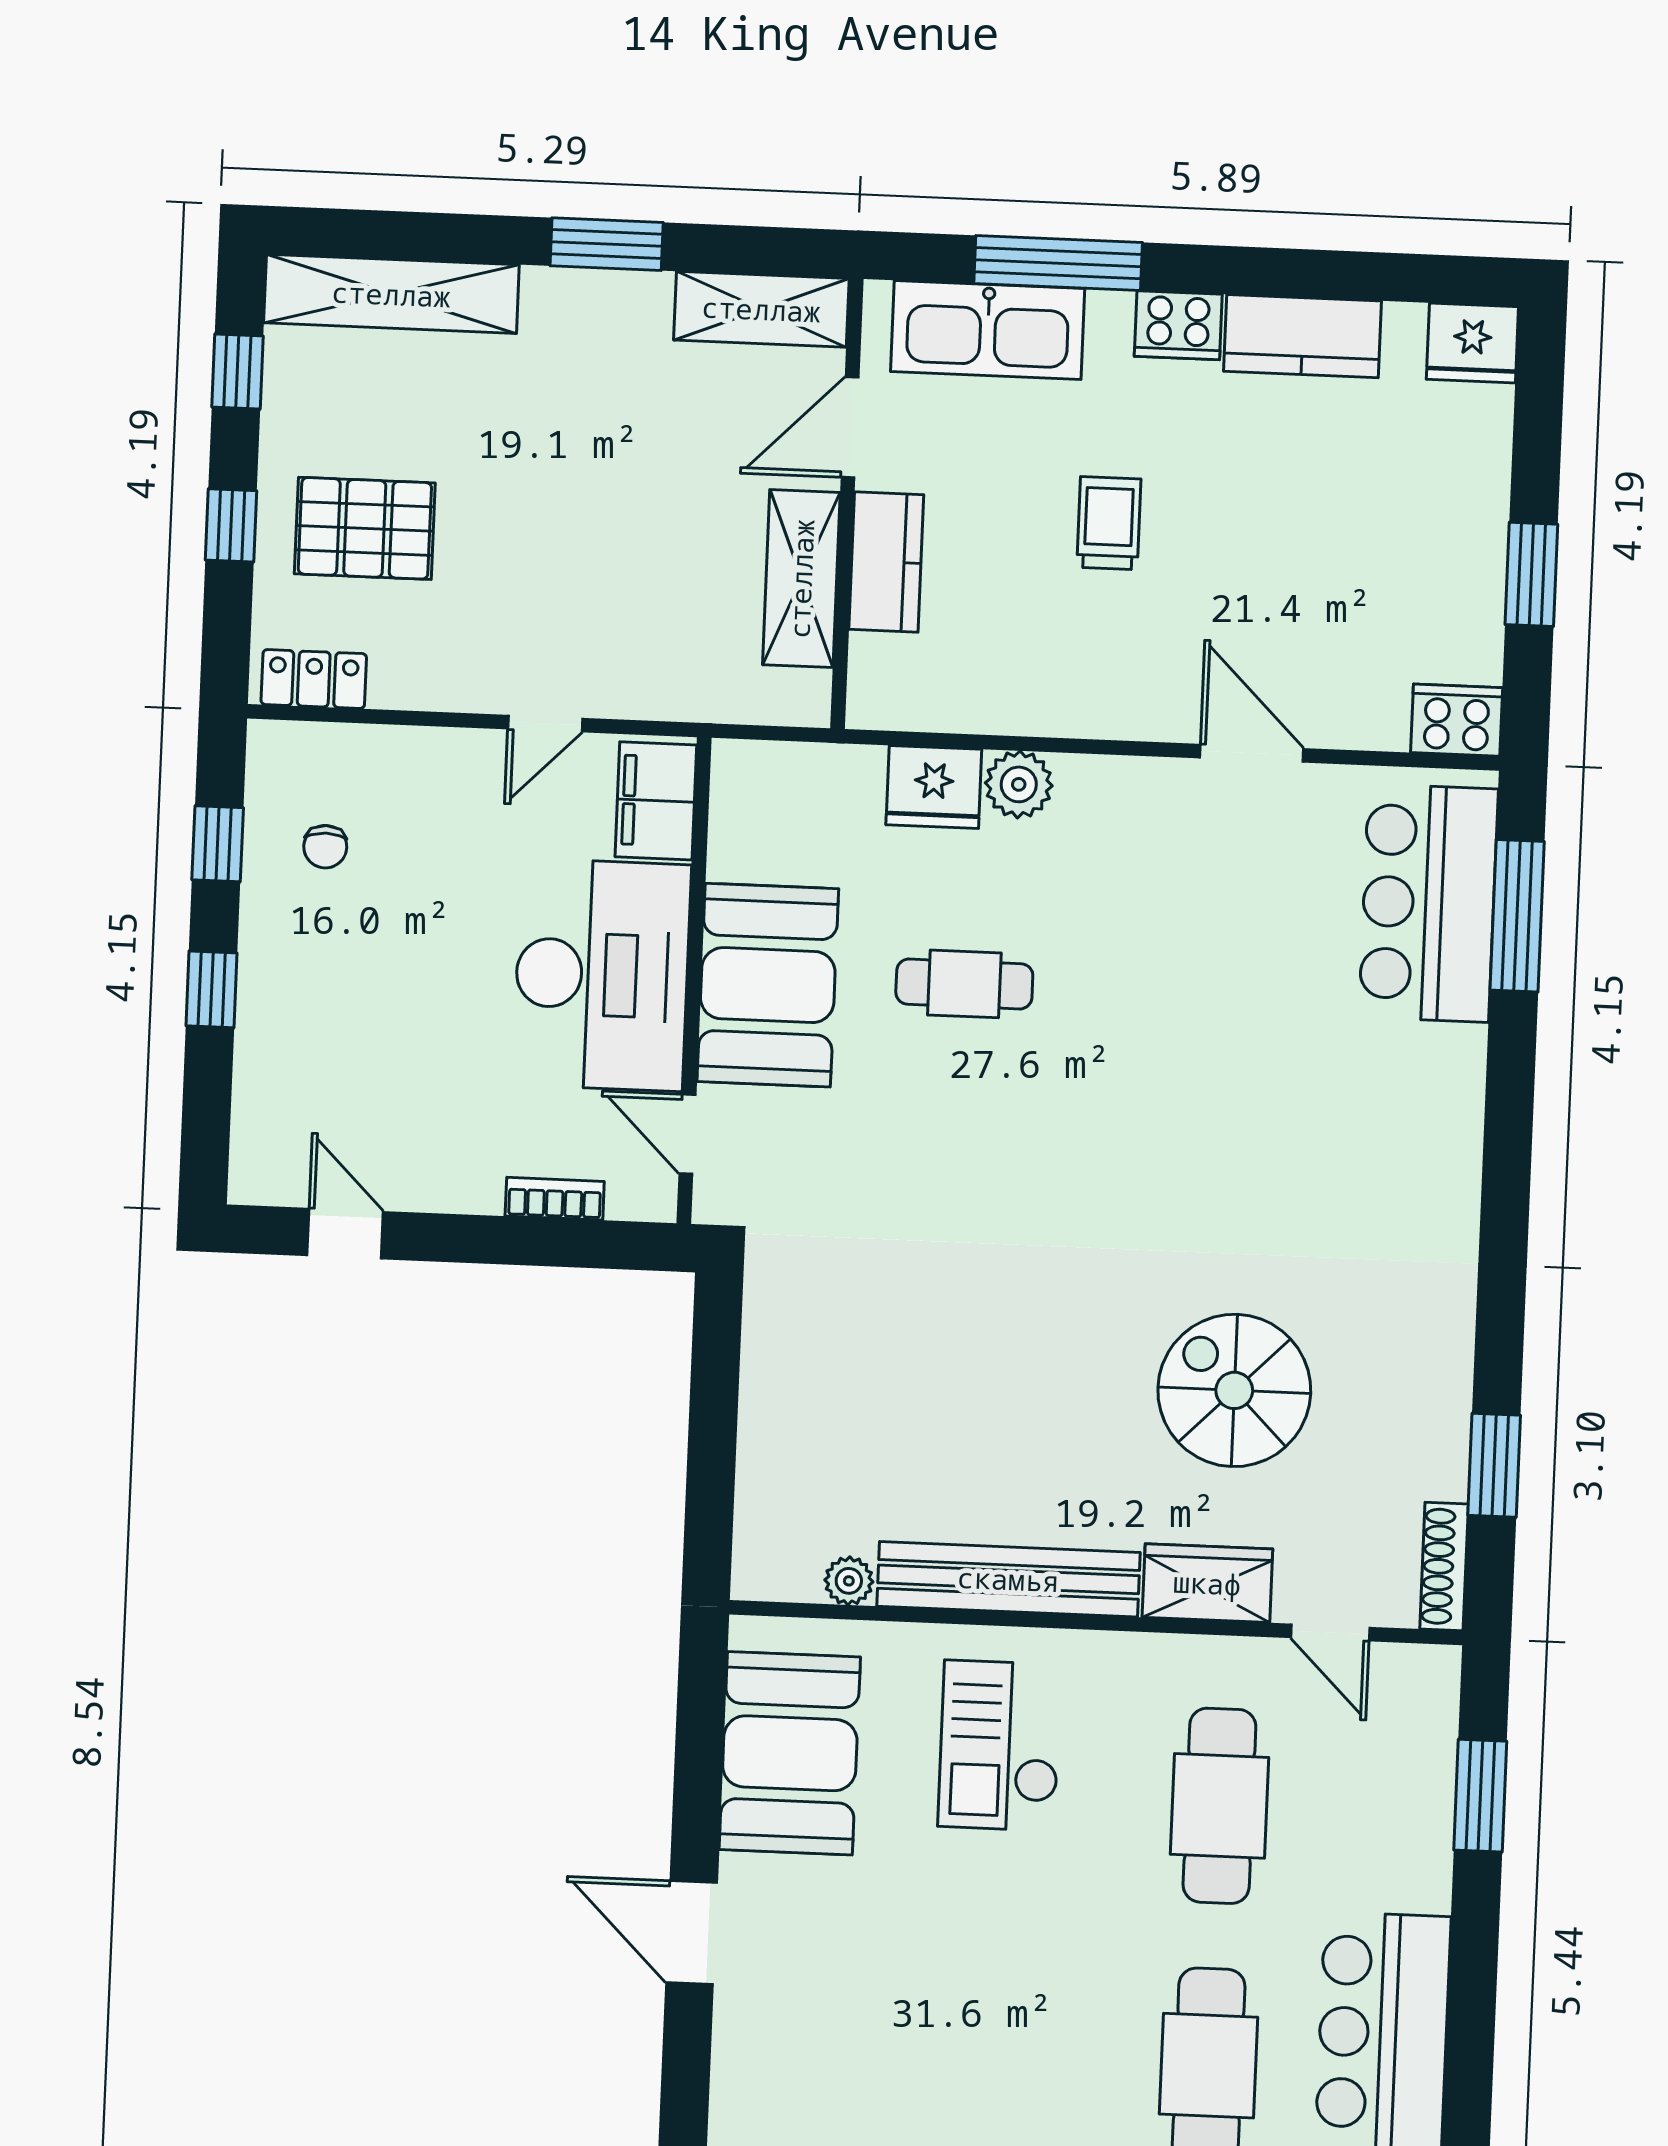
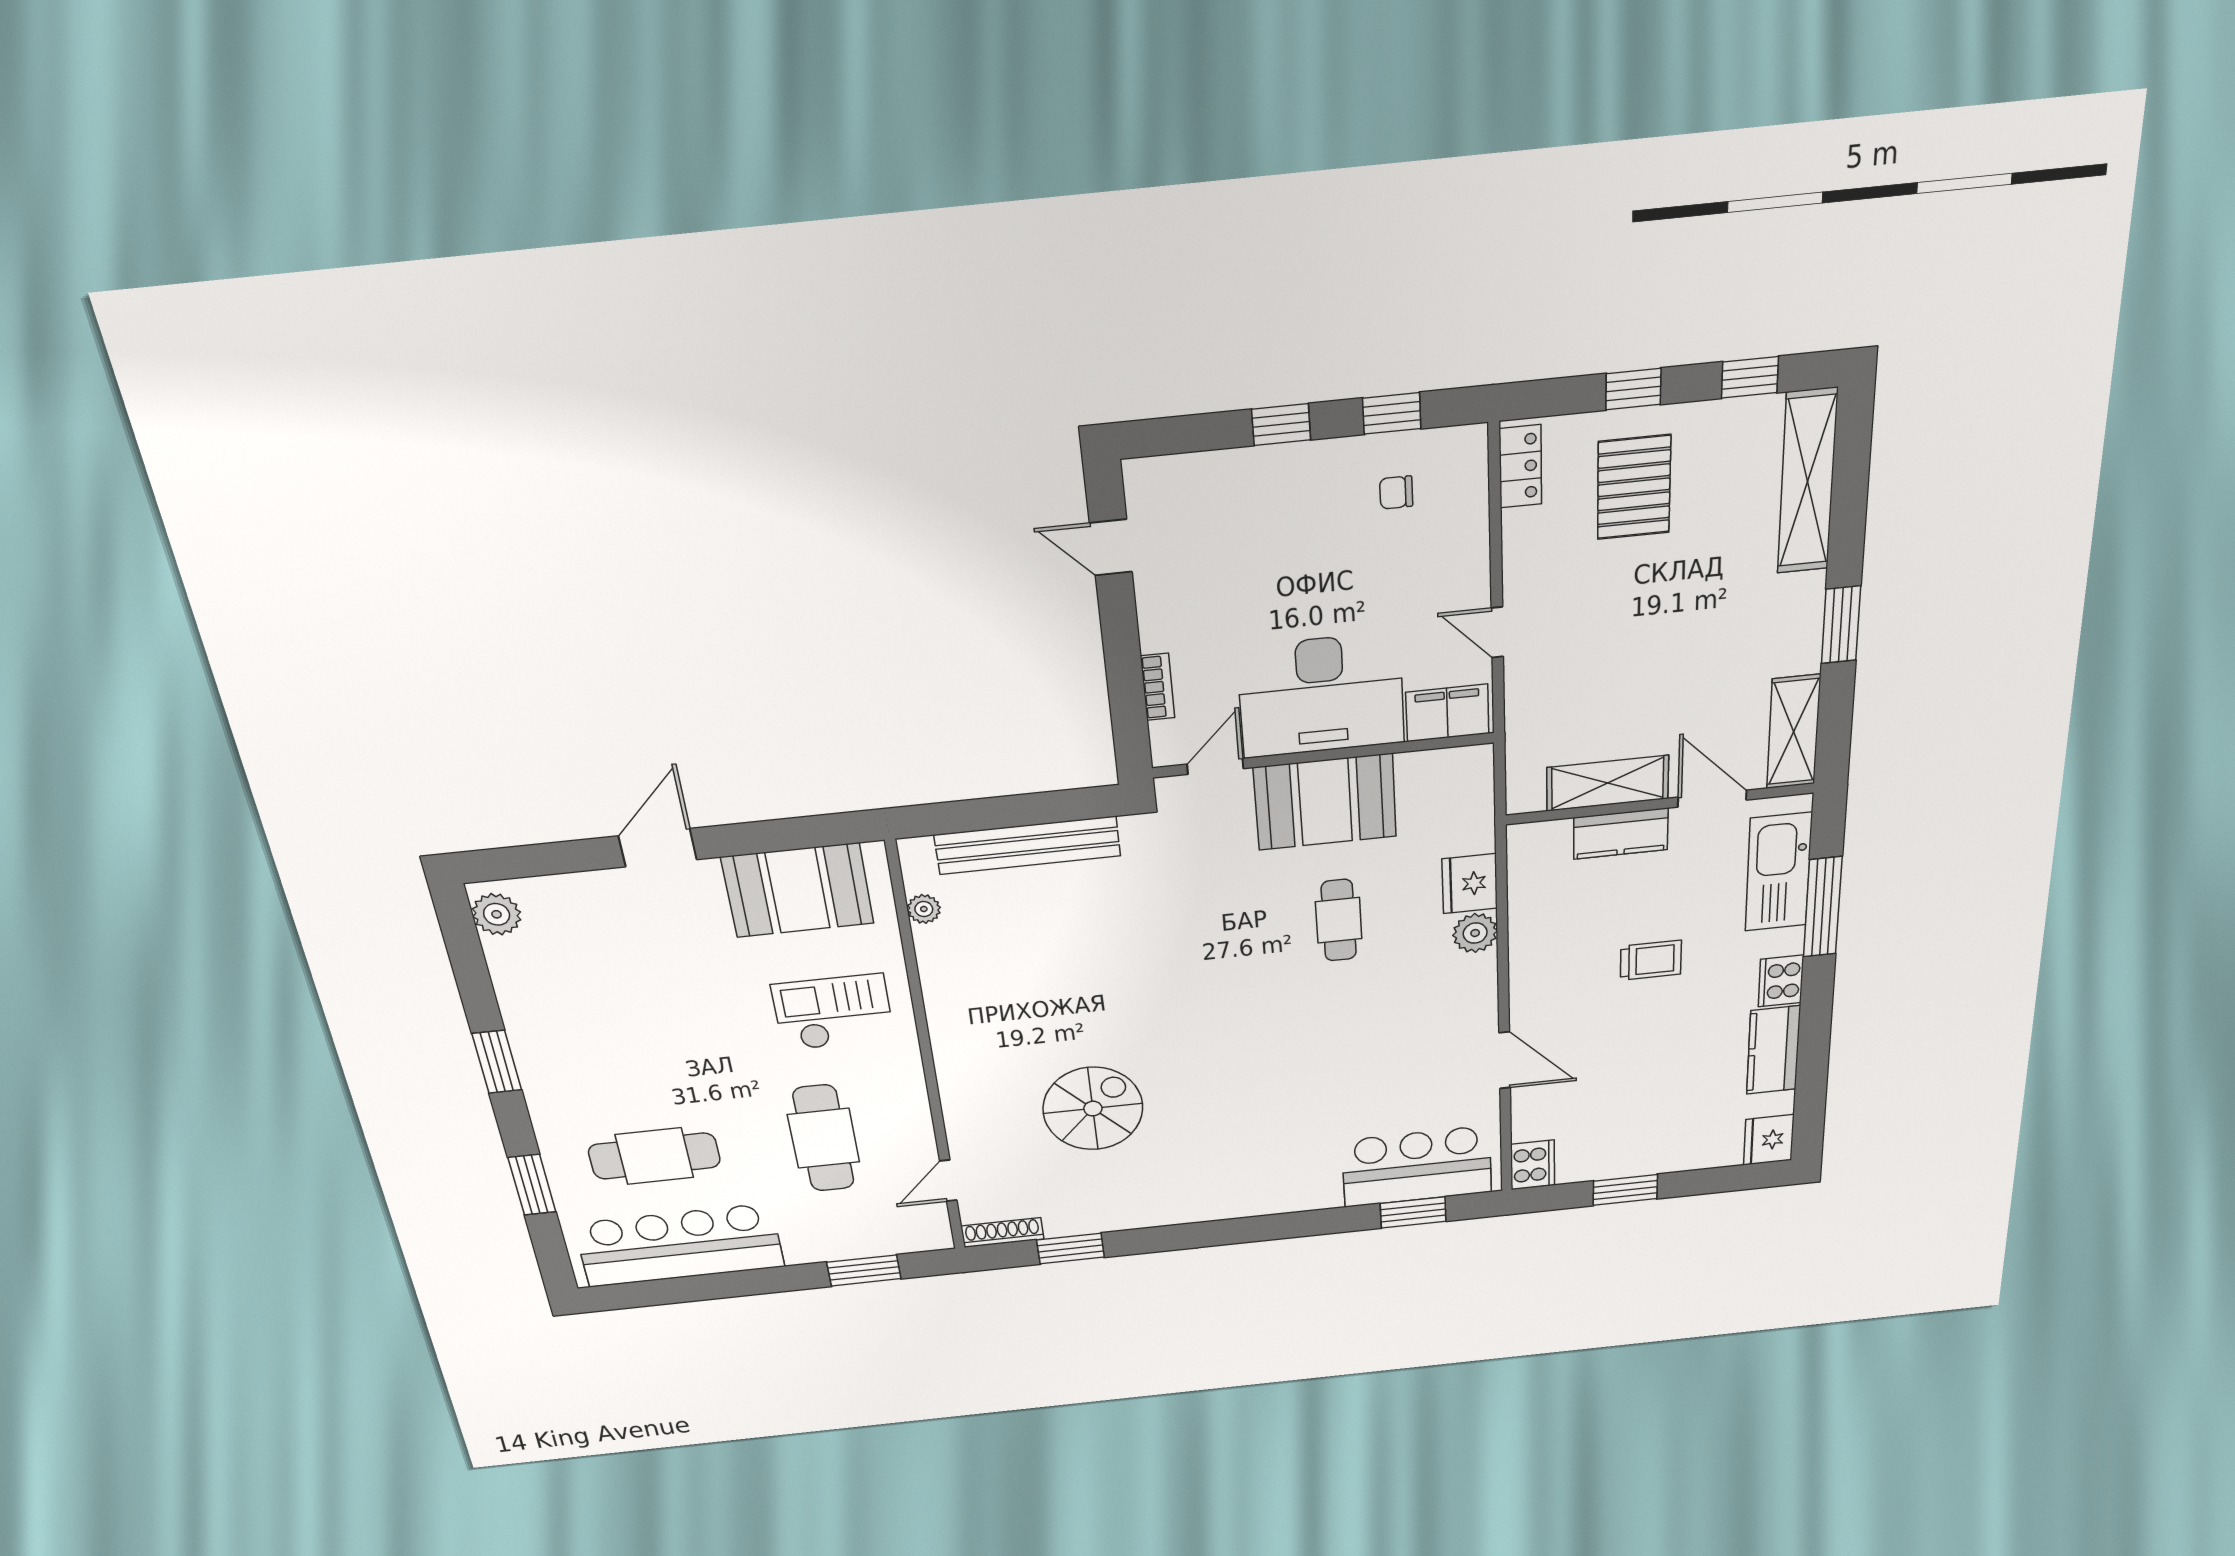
door: (1252, 753) -> (1505, 1060), hinge flipped
window: (1517, 916) -> (1413, 1212), width x0.69
door: (345, 1234) -> (1111, 547), swing flipped
bench: (1008, 1579) -> (1028, 845), moved, turned 90
wardrobe: (1207, 1583) -> (966, 1112), removed
cafe table: (1219, 1806) -> (824, 1138), turned 90

